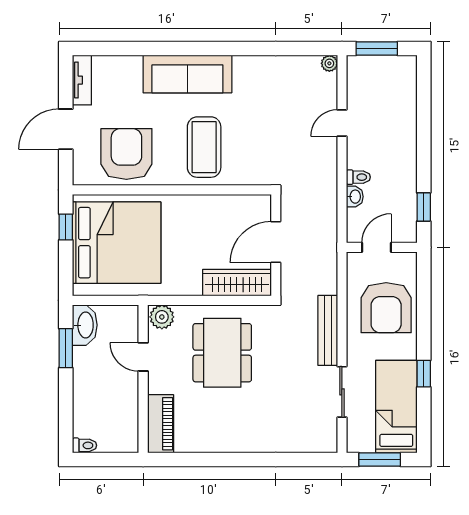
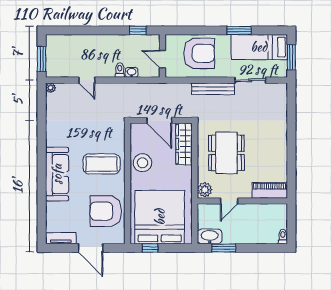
stool: (206, 214) -> (142, 163), added
dining table: (222, 353) -> (226, 153), turned 90
window: (424, 374) -> (239, 30), width x1.50

